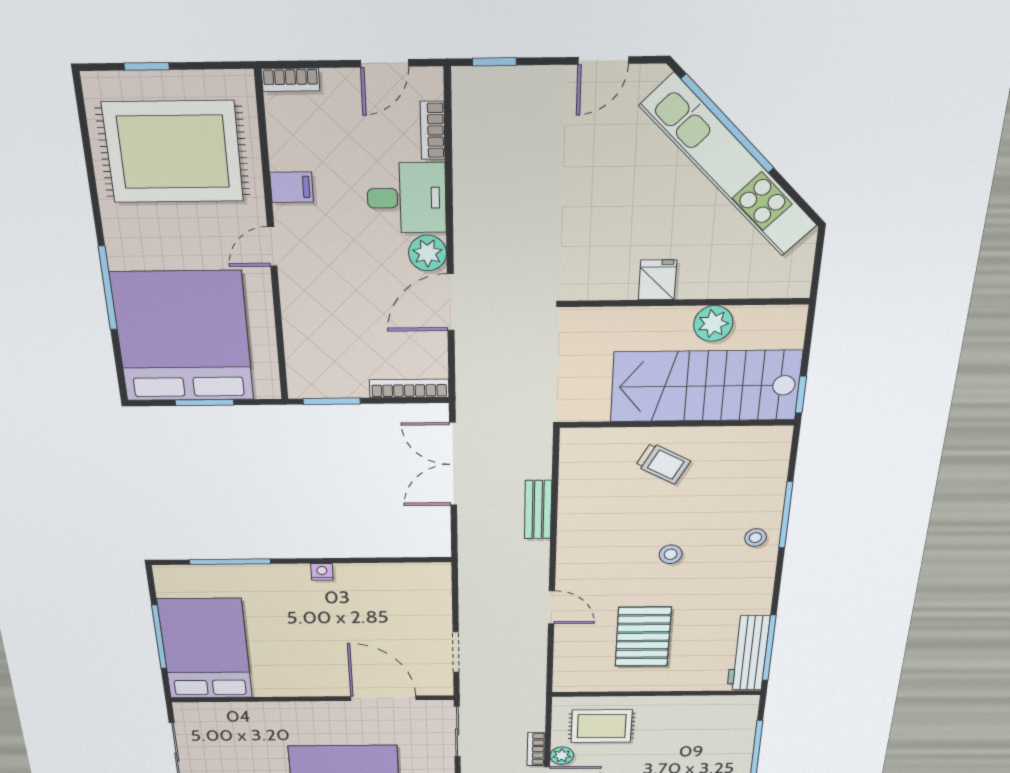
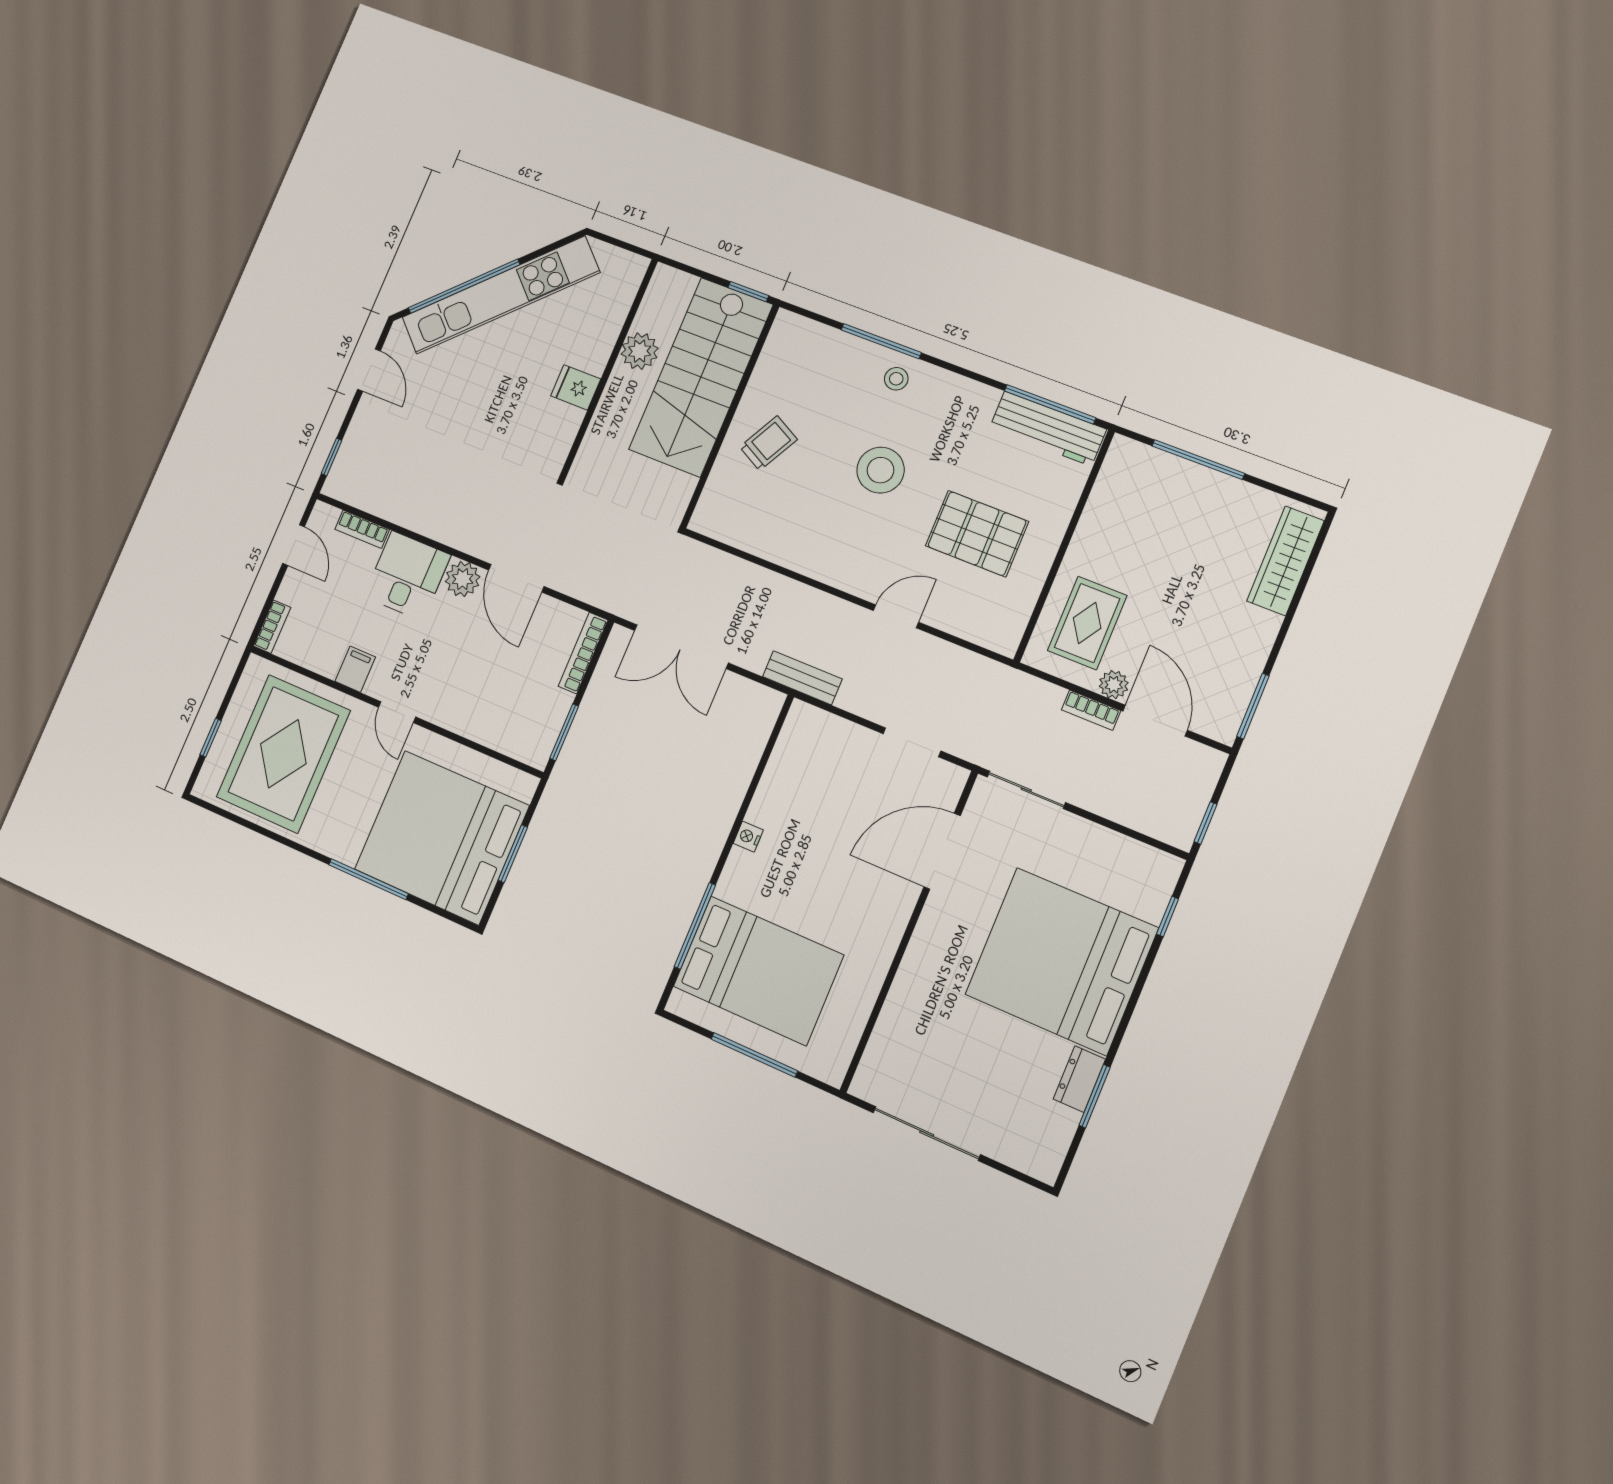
bench: (538, 510) -> (802, 678), moved
stool: (671, 554) -> (881, 470), width x1.89, depth x1.89
bed: (205, 649) -> (758, 971), moved, turned 180

